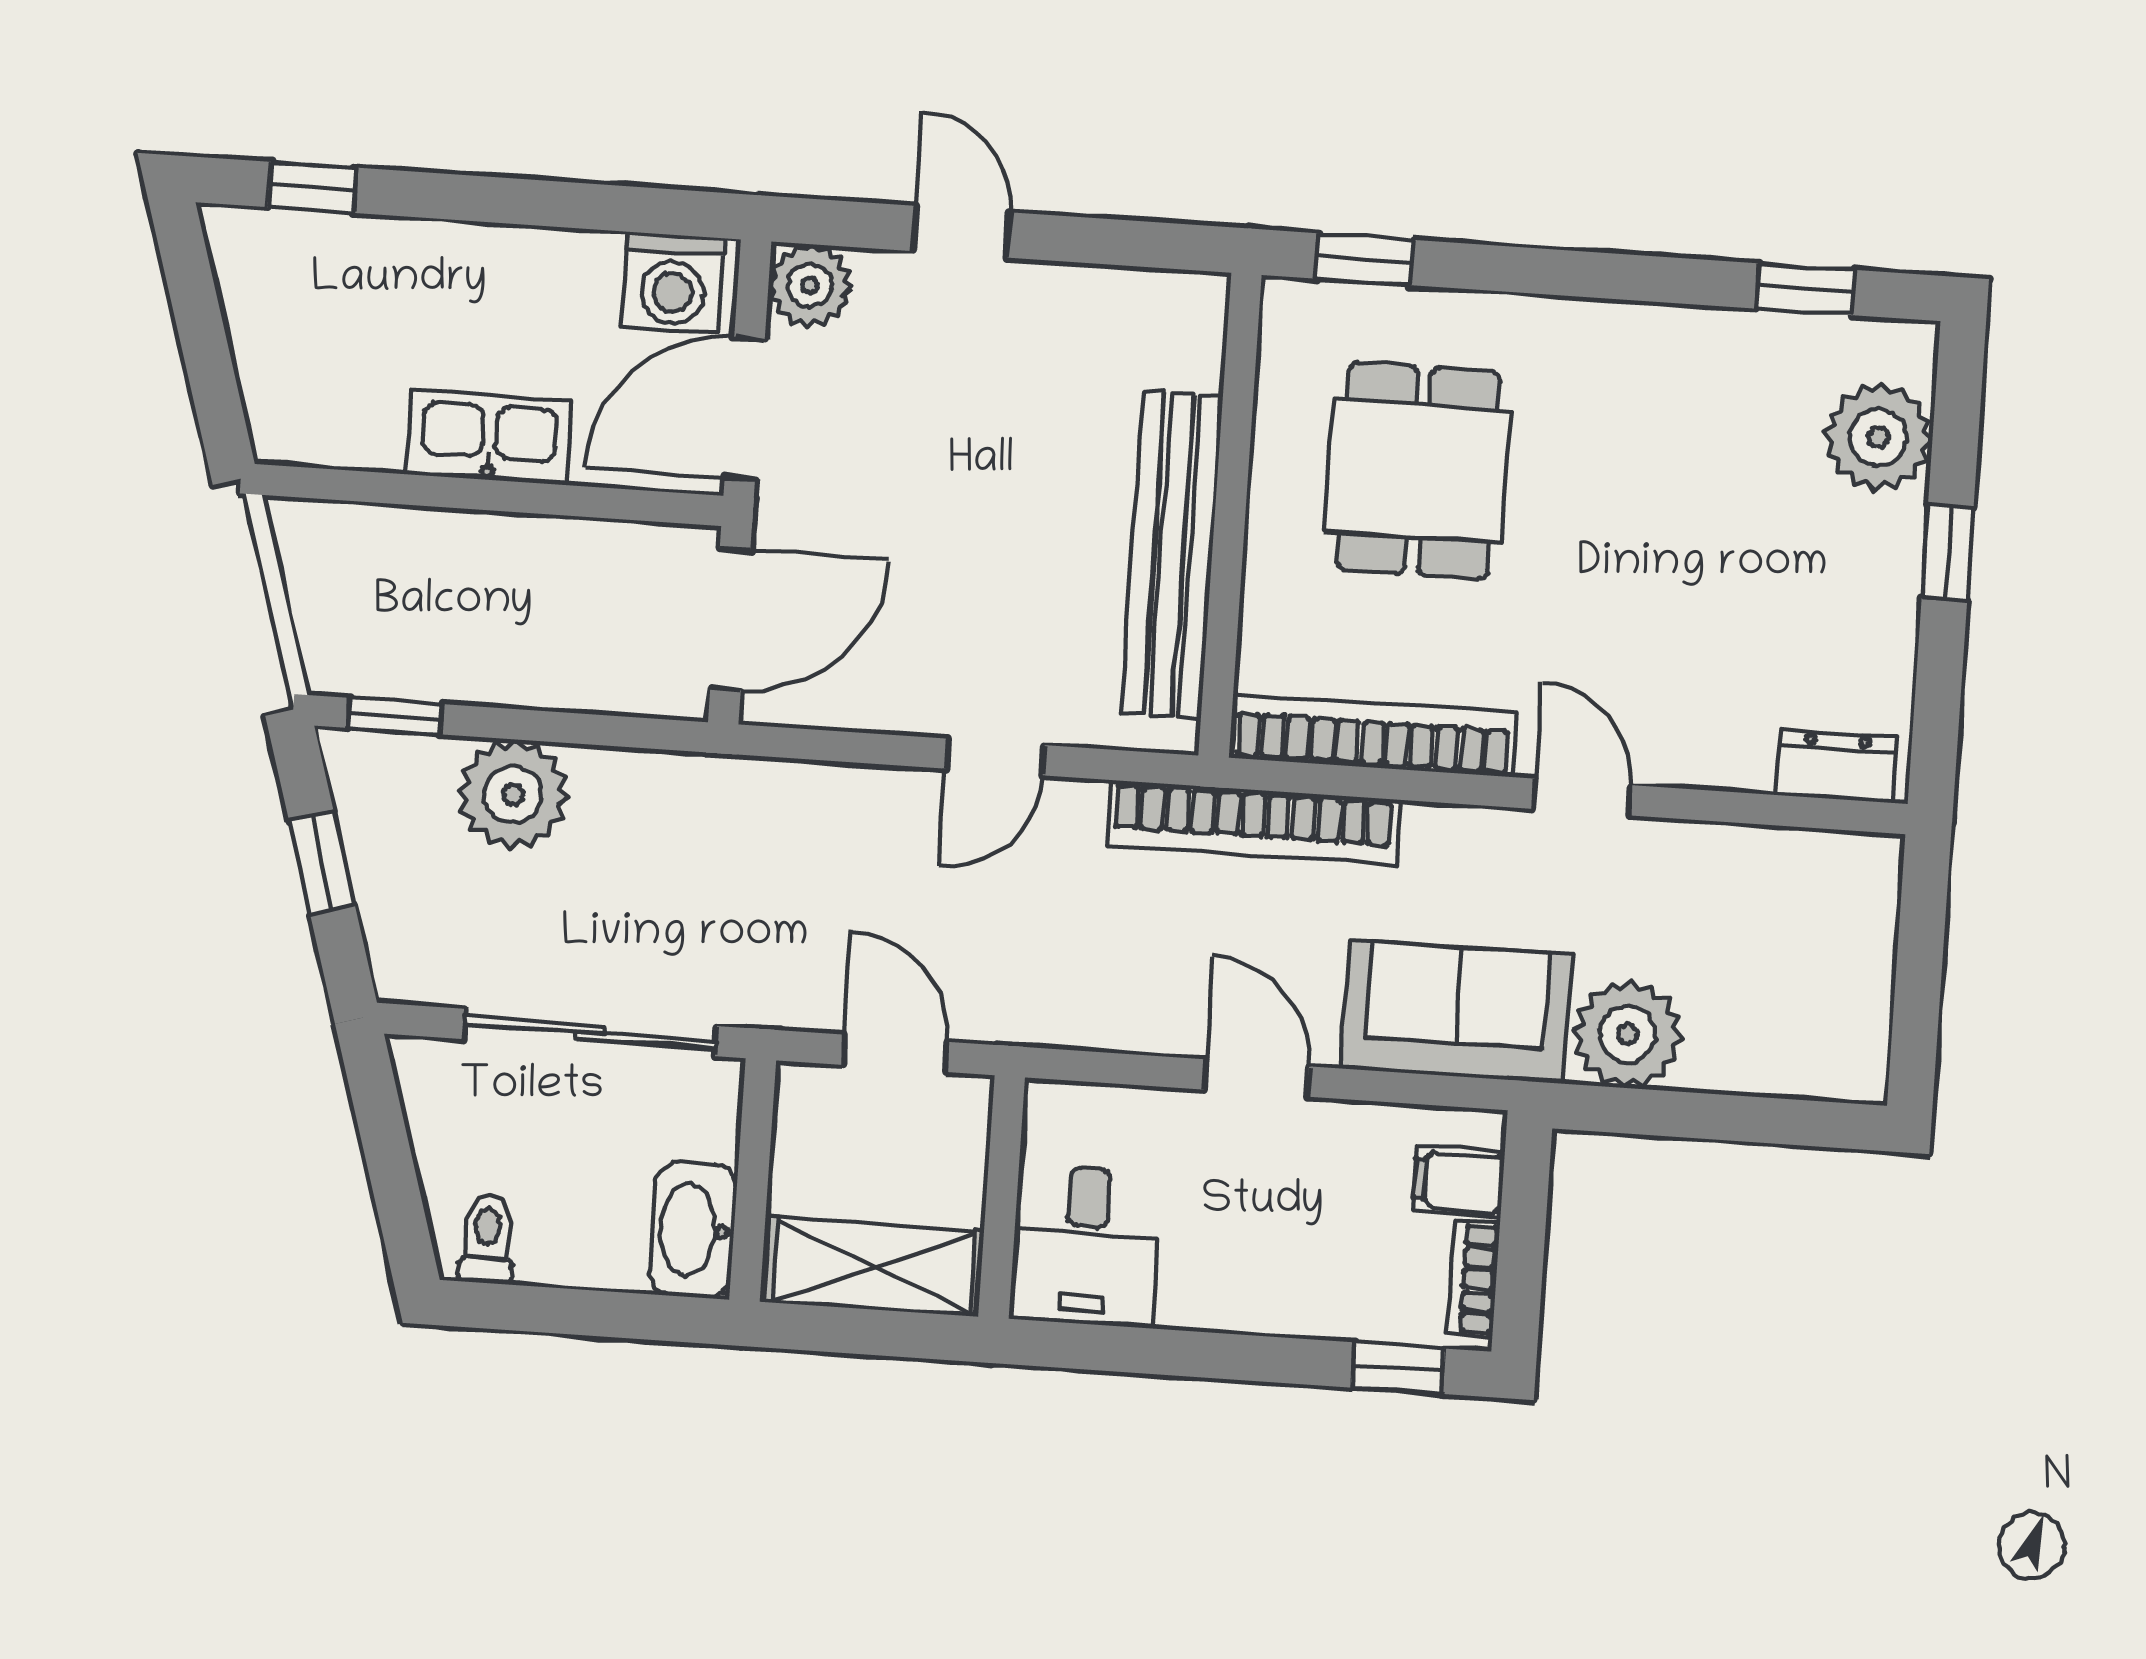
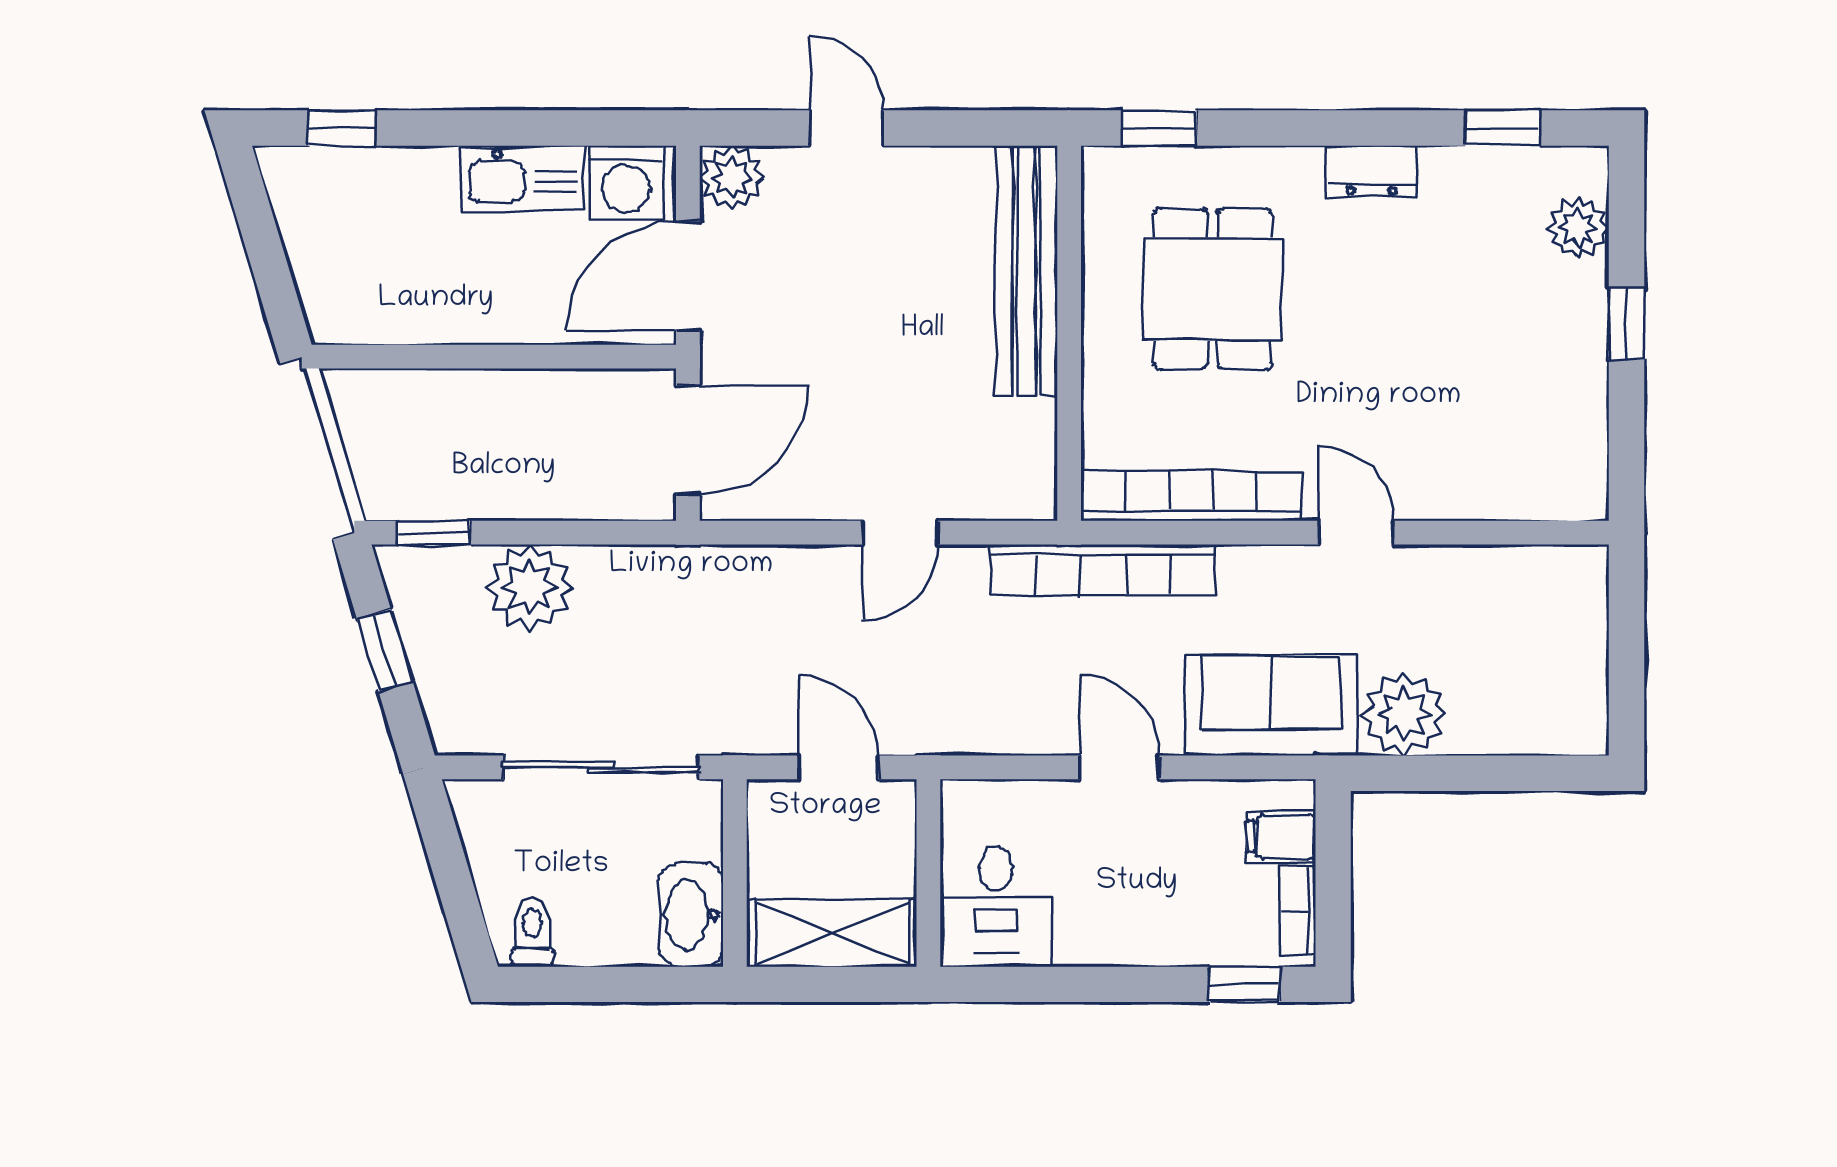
plant: (1878, 437) -> (1578, 228), width x0.73, depth x0.73
kitchen sink: (489, 438) -> (522, 178), moved, turned 180
bench: (1172, 554) -> (1026, 271), moved
dresser: (1836, 766) -> (1371, 171), moved, turned 180

